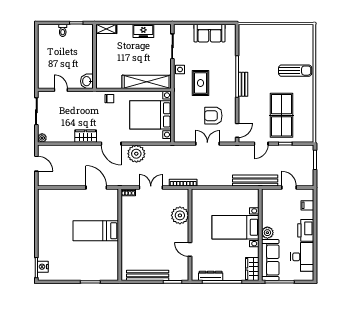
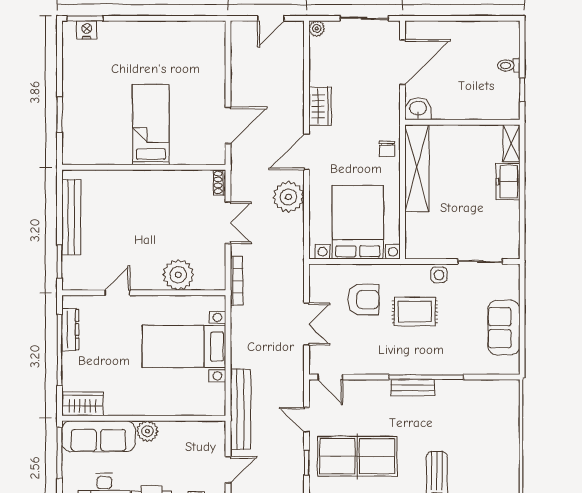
freezer: (143, 31) -> (508, 182), moved
shelving: (147, 82) -> (417, 168), moved
door: (61, 90) -> (403, 62), width x1.88
armchair: (213, 116) -> (364, 300), moved, turned 90
bed with nightstands: (236, 227) -> (184, 347), moved, turned -90

